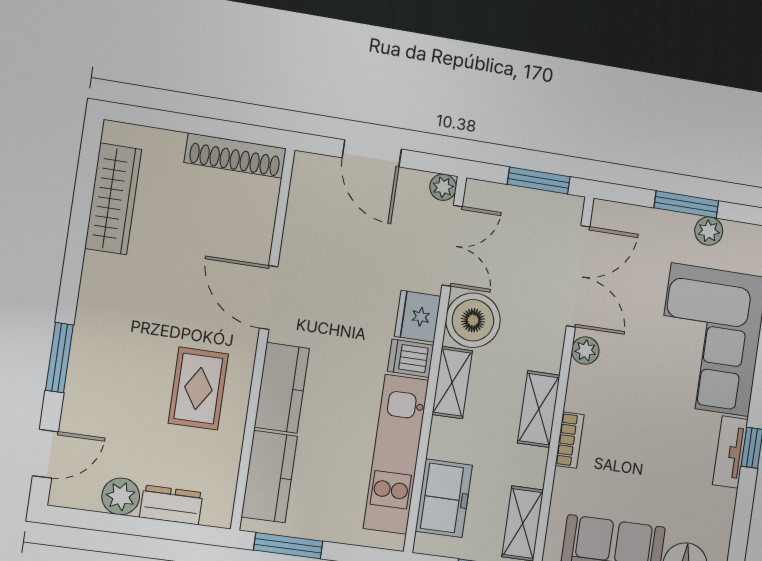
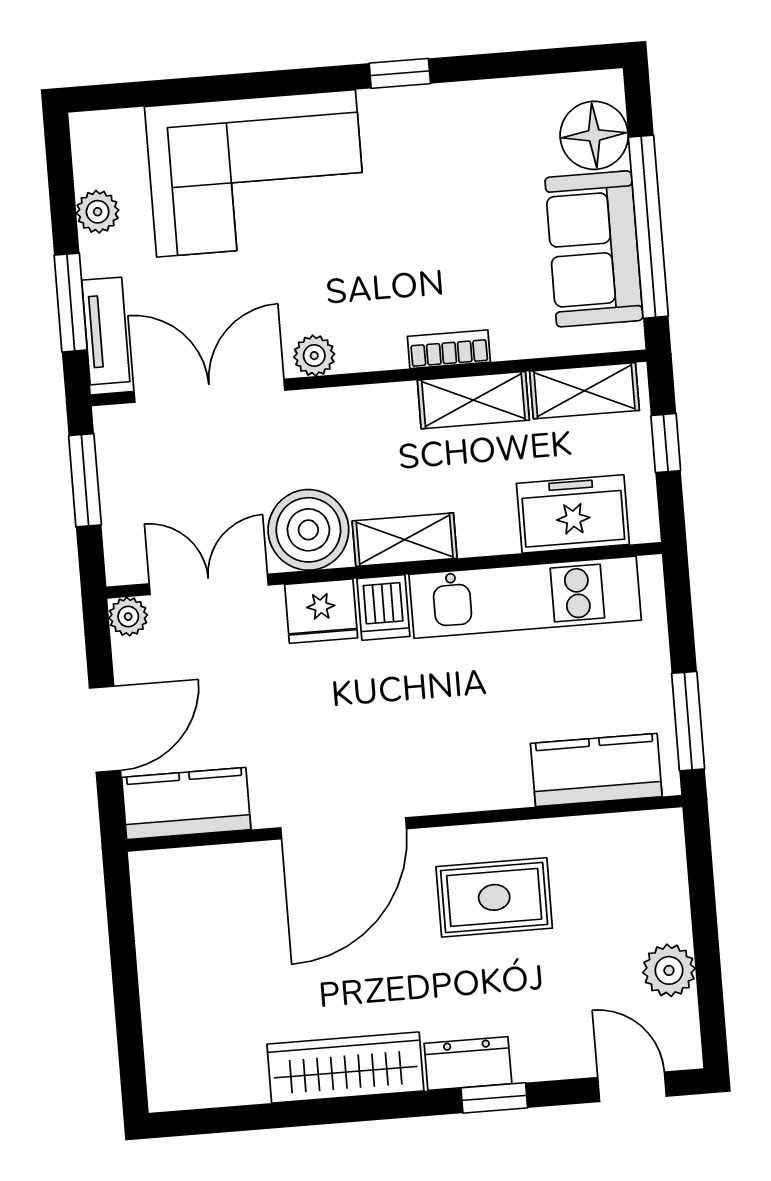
shoe rack: (235, 156) -> (155, 920), removed
wardrobe: (113, 199) -> (345, 1068), moved
window: (686, 204) -> (71, 303), moved
door: (269, 297) -> (344, 828), width x1.36
window: (59, 358) -> (494, 1098), width x0.67
kitchen counter: (282, 388) -> (186, 804), moved
shelving: (539, 409) -> (473, 400), moved
tv unit: (730, 452) -> (106, 331), moved, turned -90
dresser: (171, 505) -> (468, 1064), moved, turned 90

